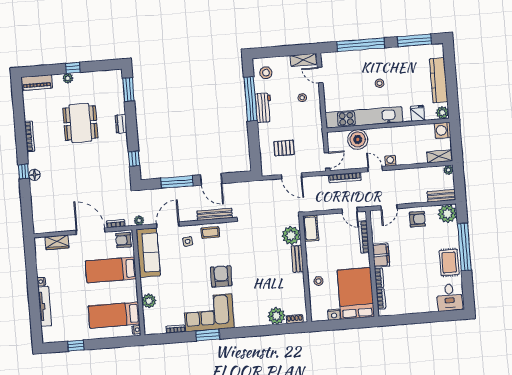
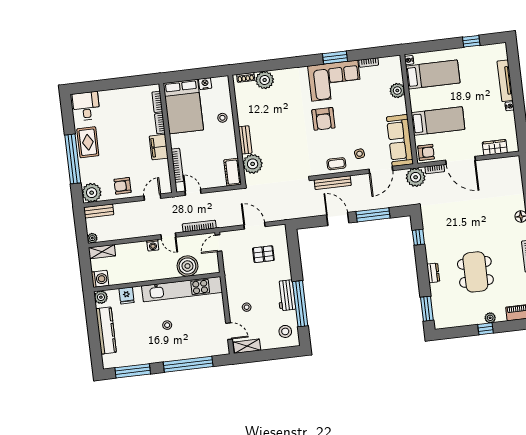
plant: (139, 221) -> (416, 177), width x1.87, depth x1.87

